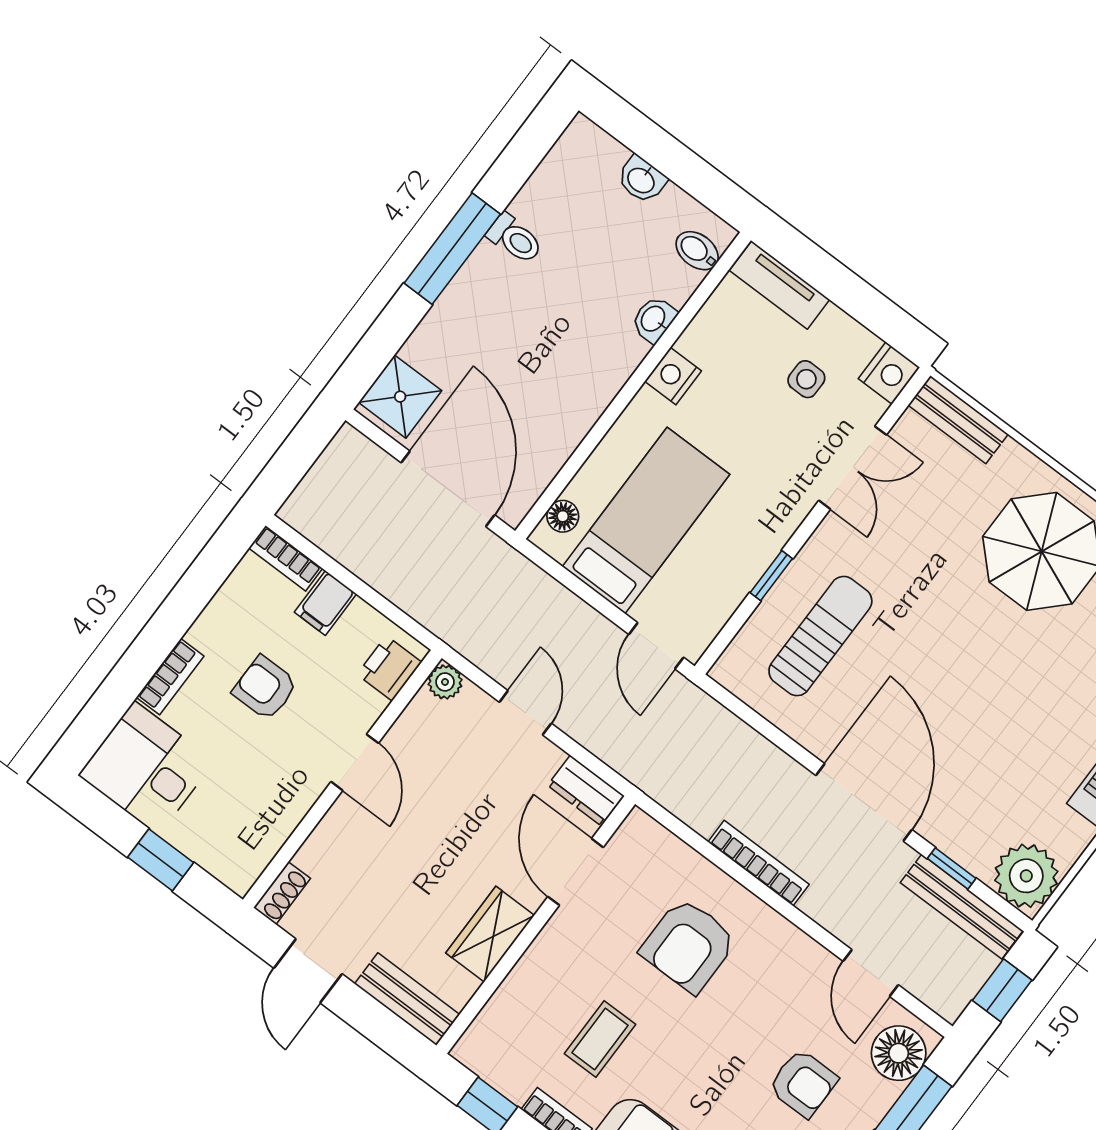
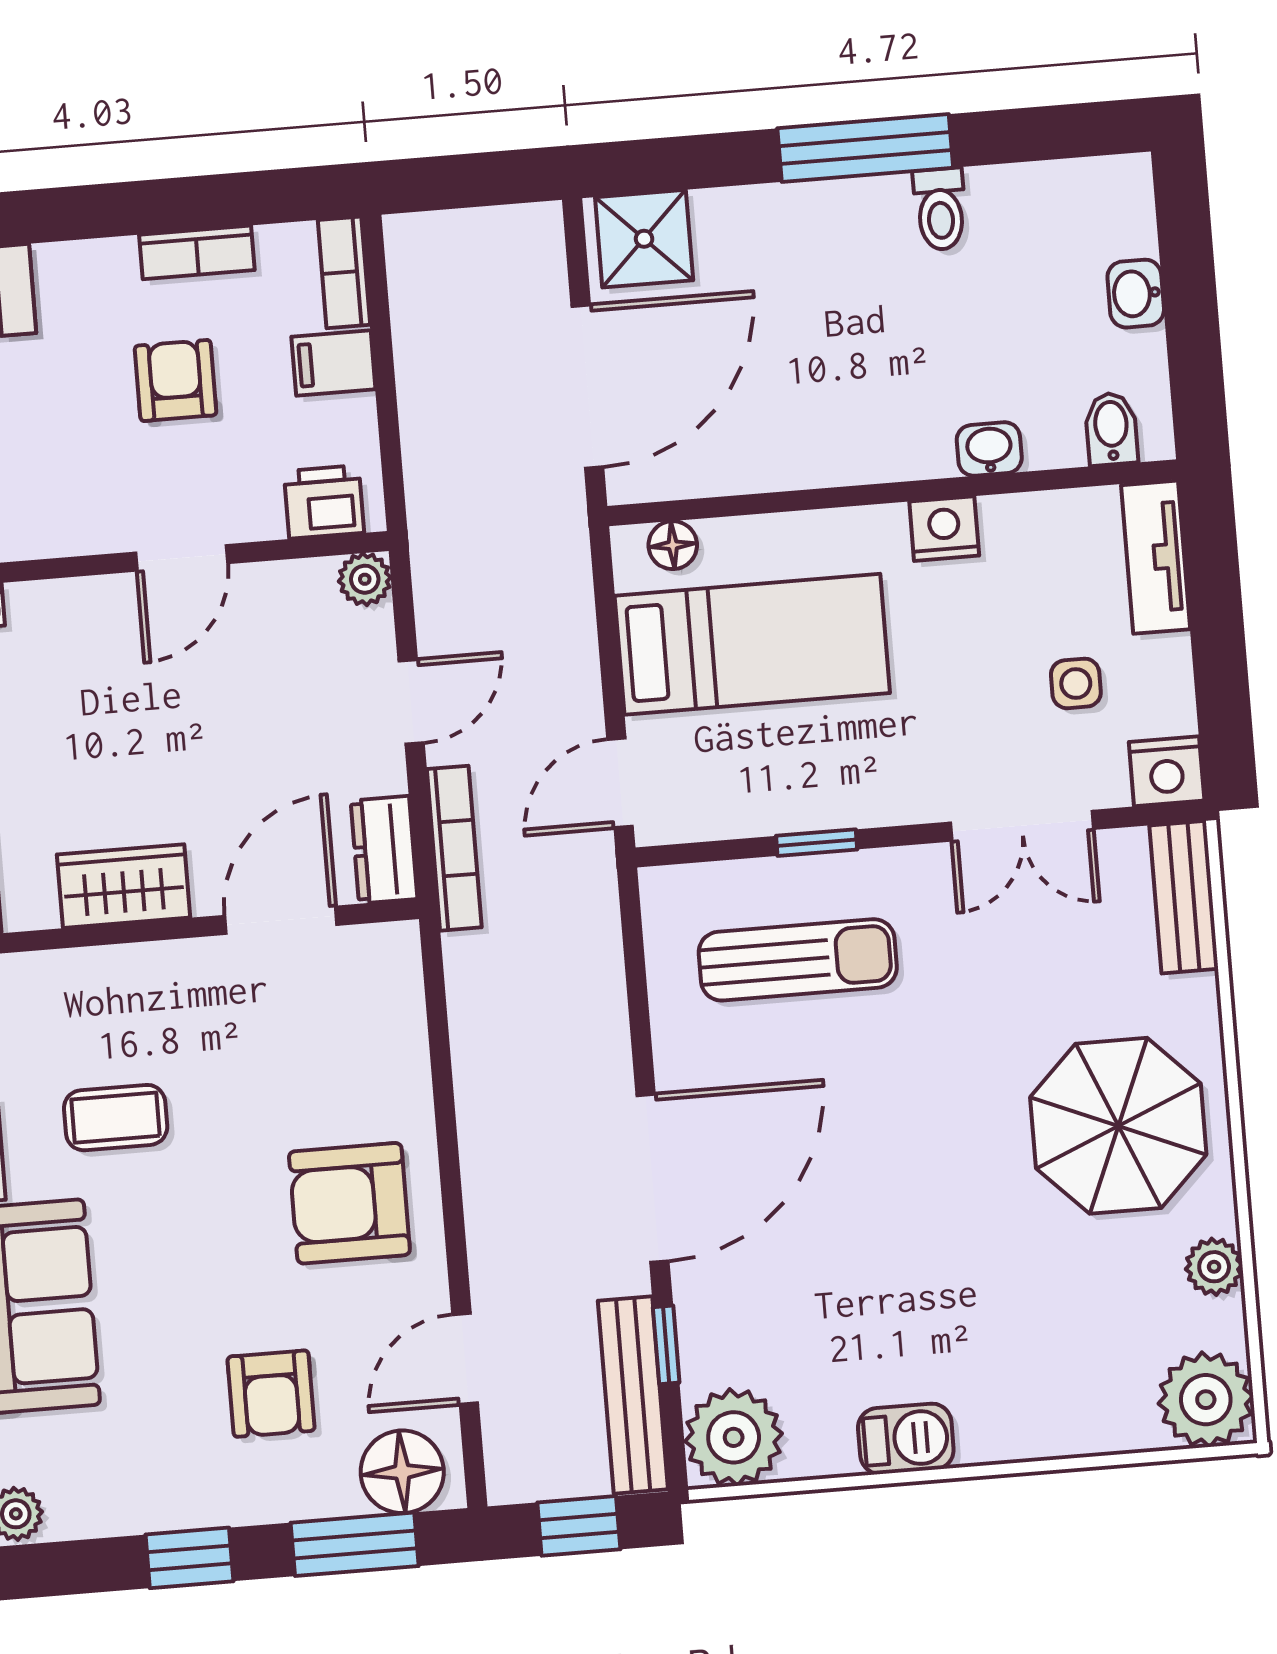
bookcase: (170, 677) -> (197, 252), moved
bookcase: (759, 863) -> (454, 848), moved
armchair: (689, 945) -> (349, 1203), moved

